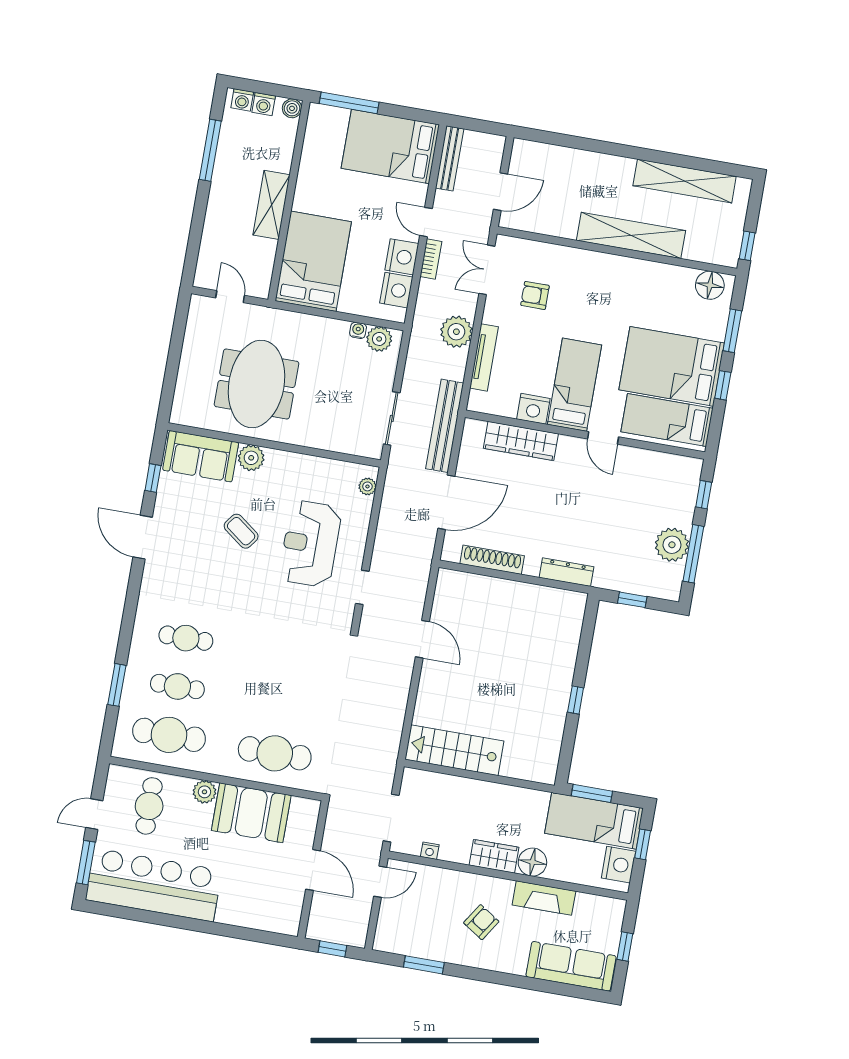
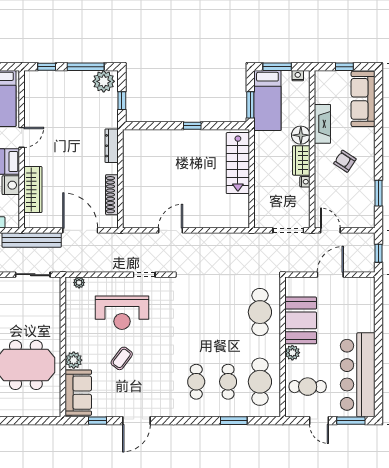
plant: (672, 545) -> (104, 81), moved
stairs: (454, 750) -> (238, 163), moved
window: (643, 844) -> (277, 67), width x1.50
nightstand: (430, 851) -> (305, 182), moved
nightstand: (618, 865) -> (298, 76), width x0.53, depth x0.56

